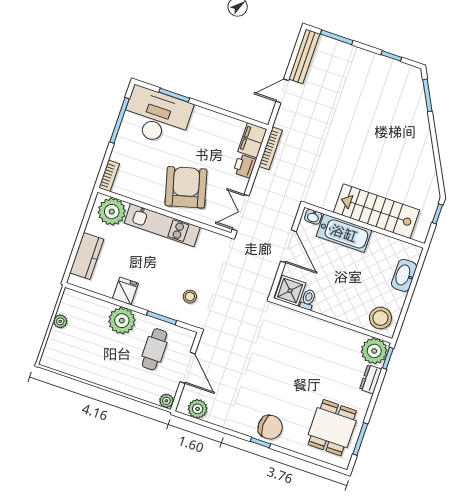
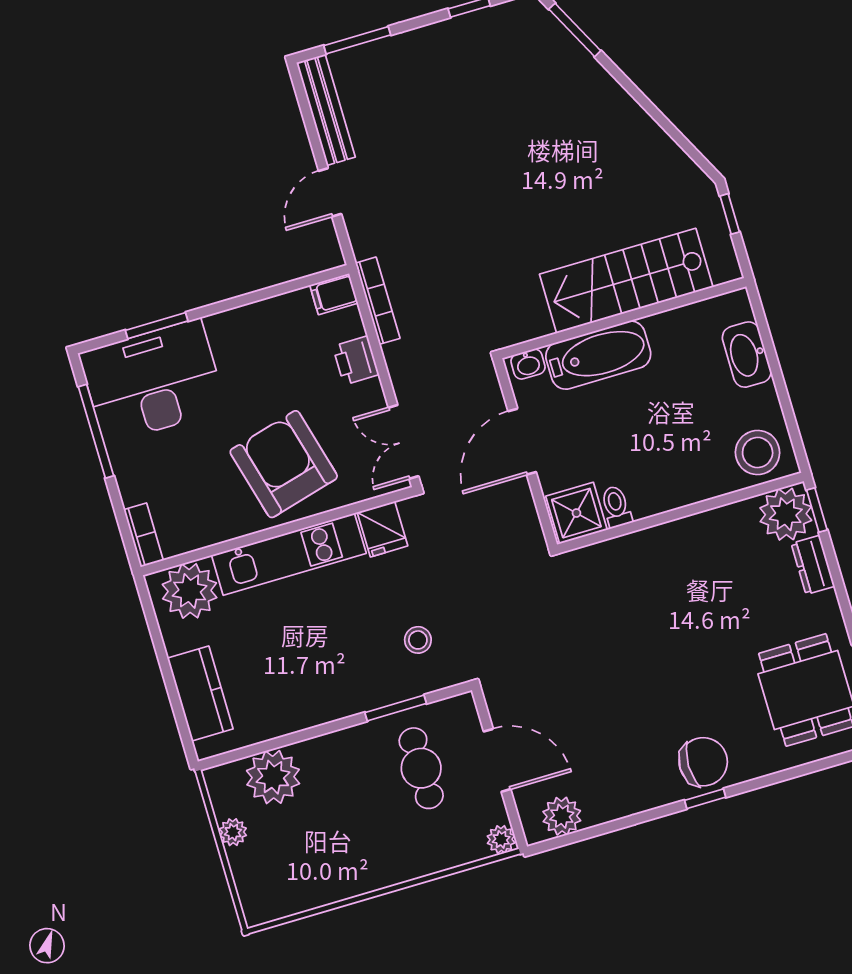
filing cabinet: (252, 140) -> (334, 294), width x0.50
door: (289, 246) -> (522, 442), swing flipped
fridge: (125, 291) -> (382, 529), moved, turned 180
plant: (122, 321) -> (273, 777), moved

